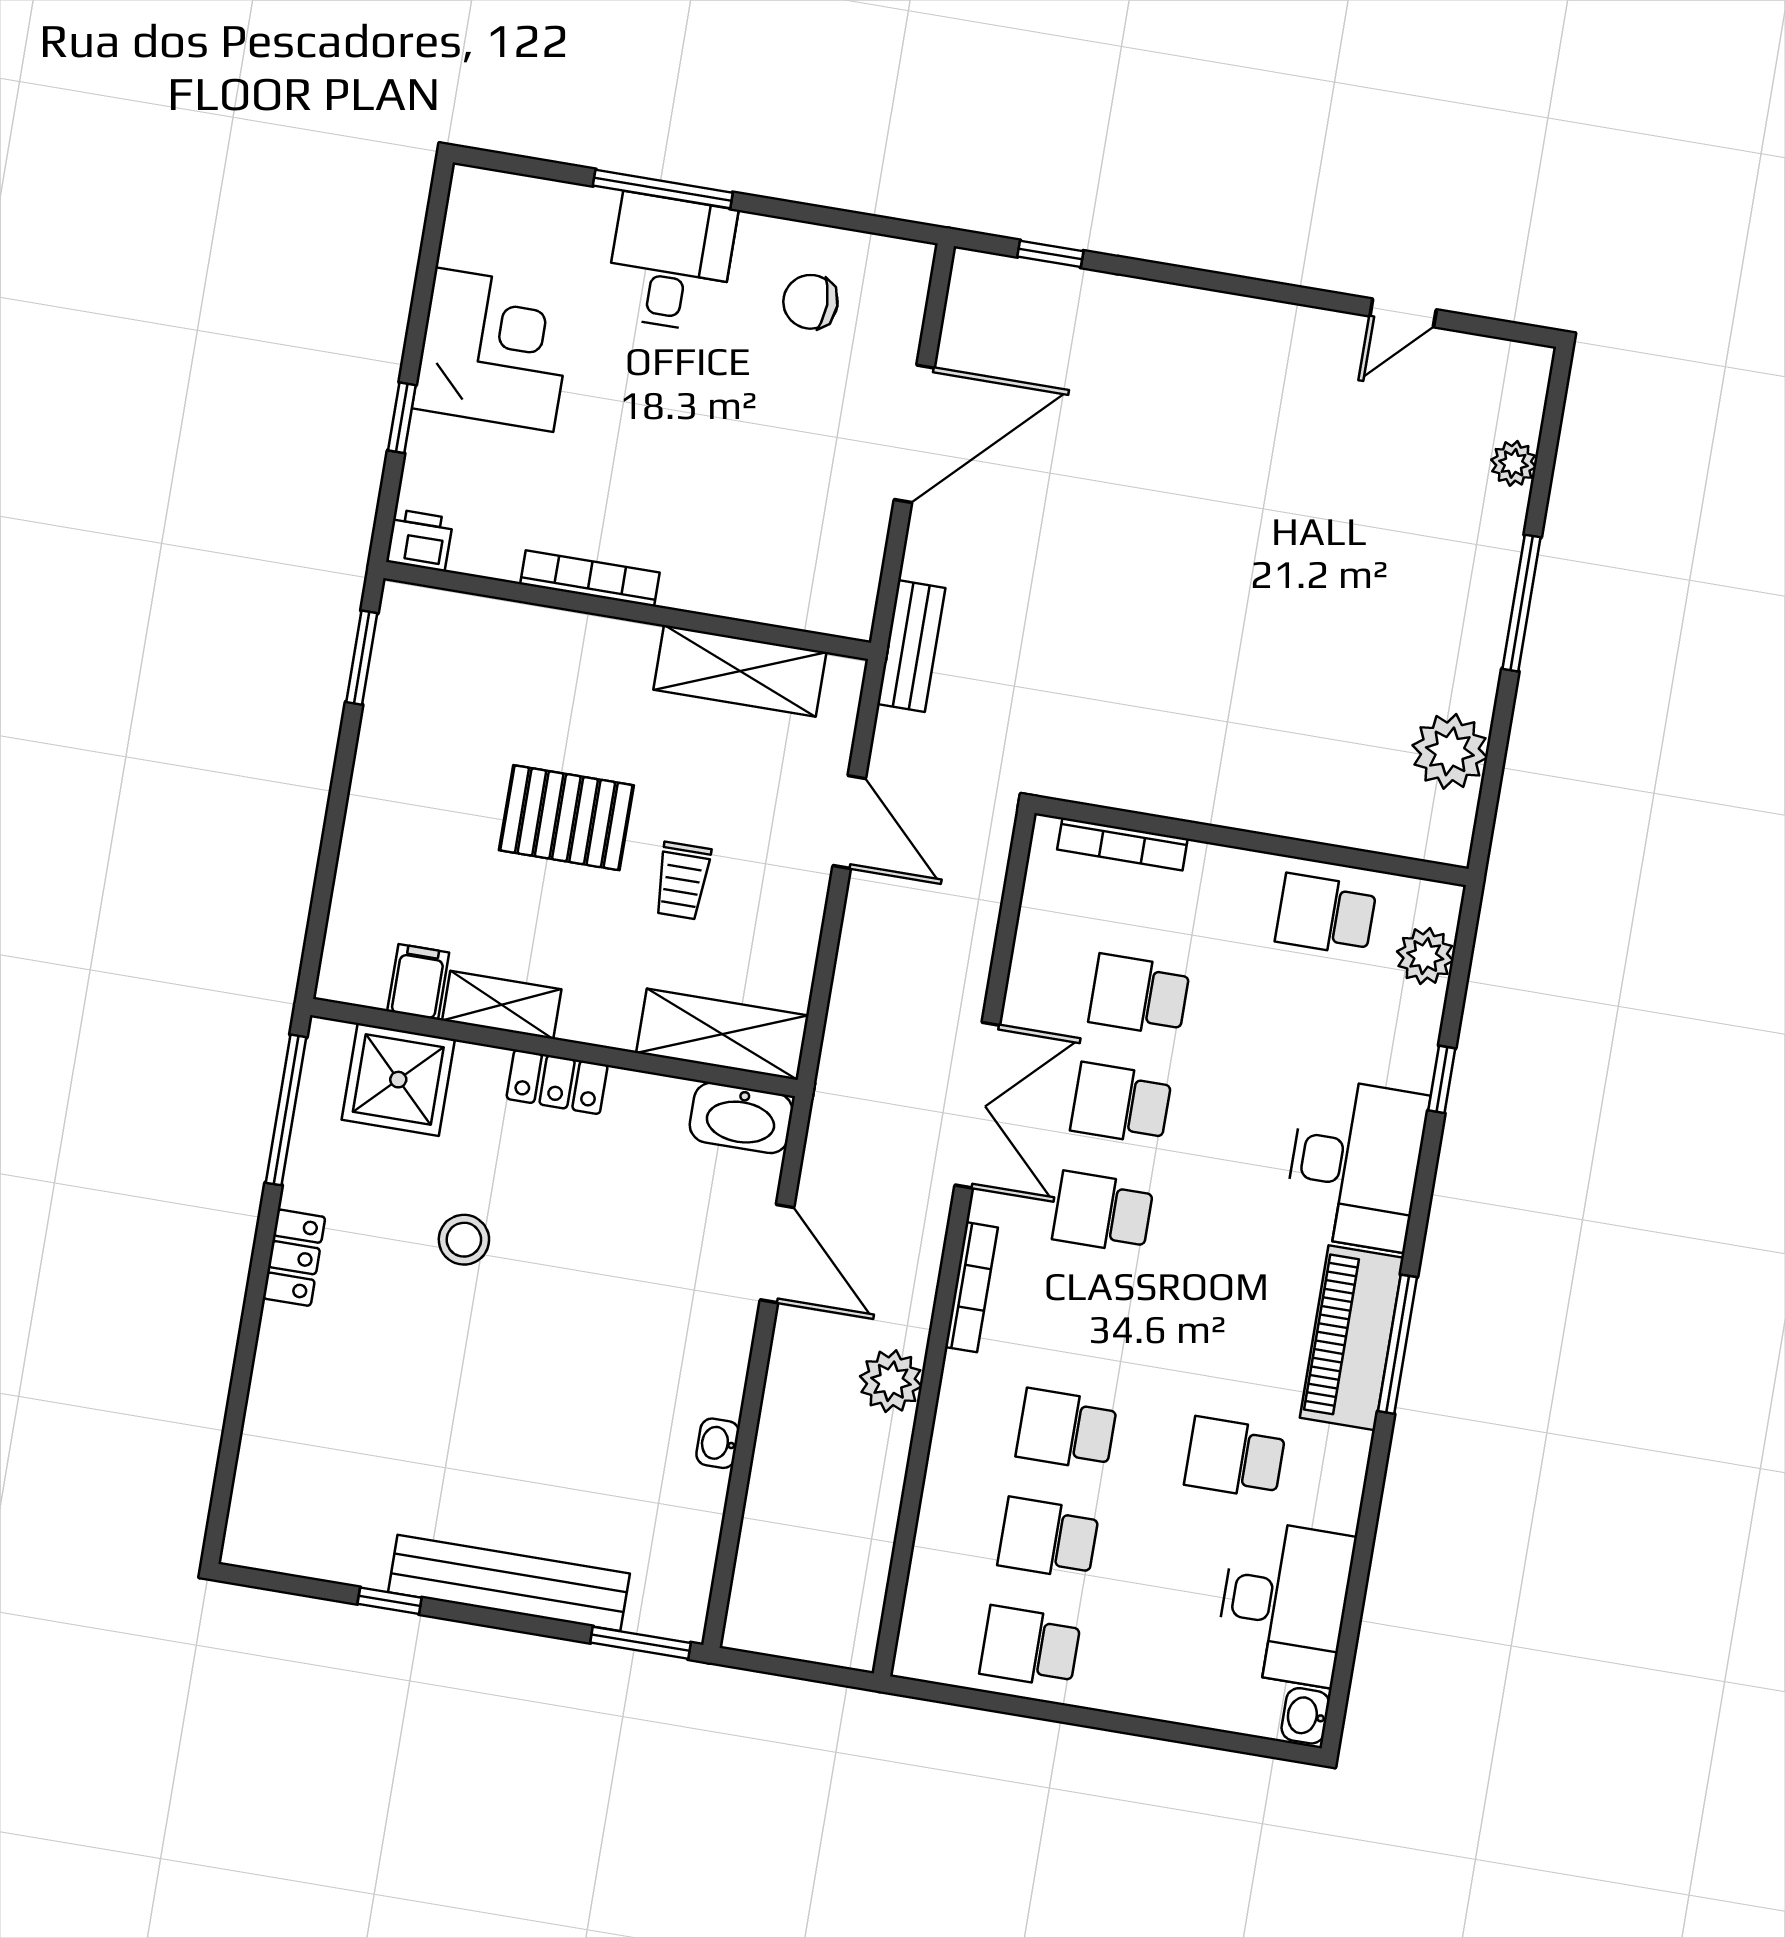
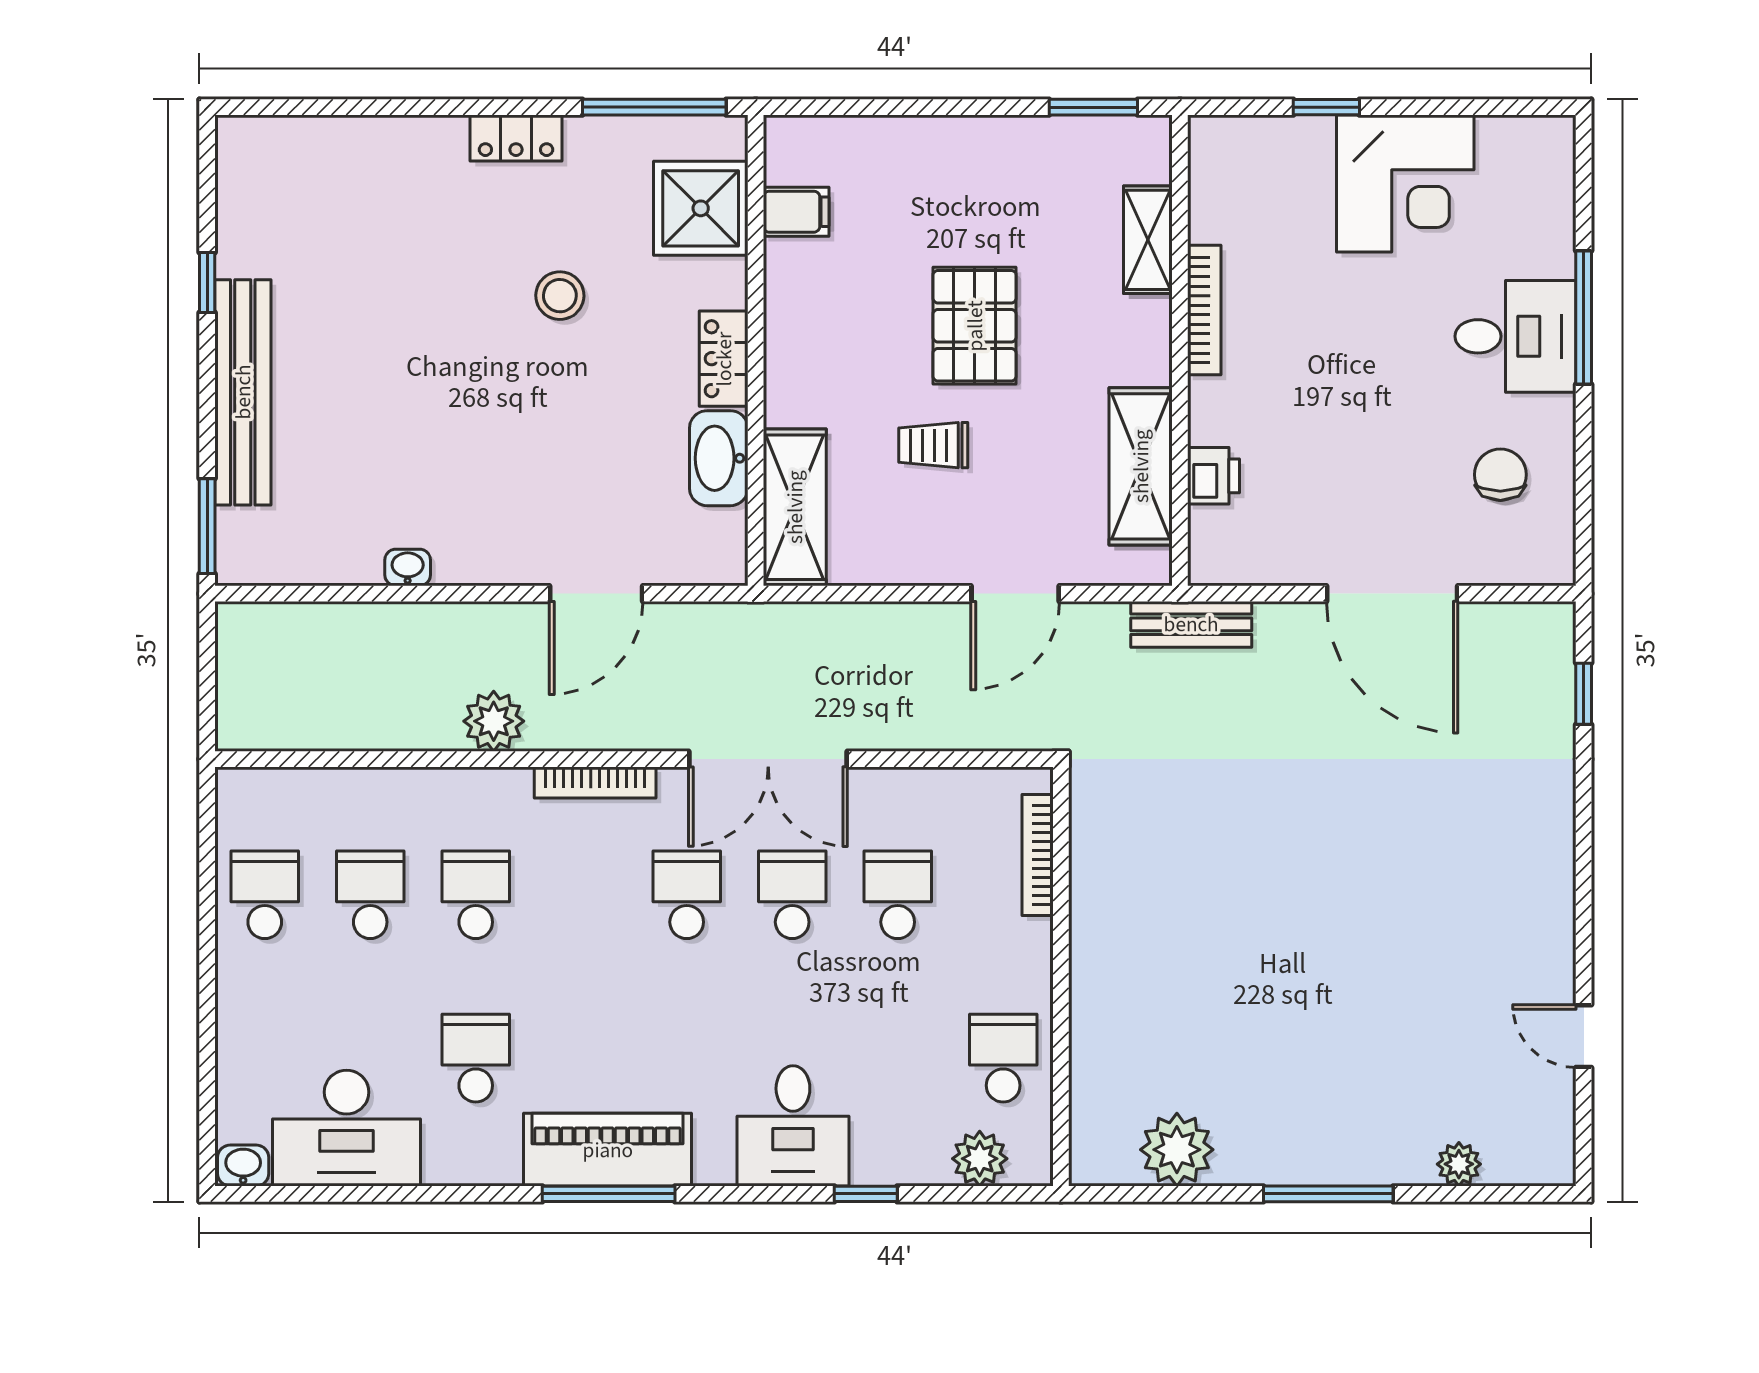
printer: (420, 540) -> (1213, 476), moved
shelving: (502, 1005) -> (1148, 240), moved
washbasin: (741, 1118) -> (719, 458), moved
desk: (1356, 1164) -> (793, 1126), width x0.73

